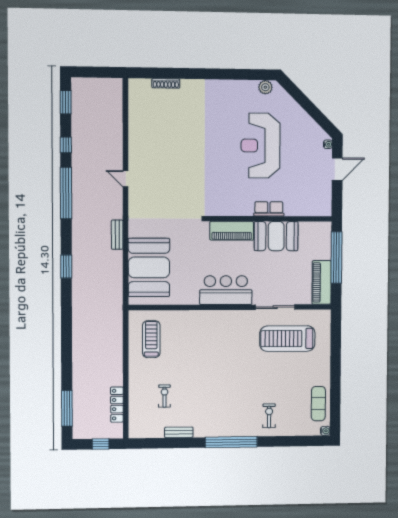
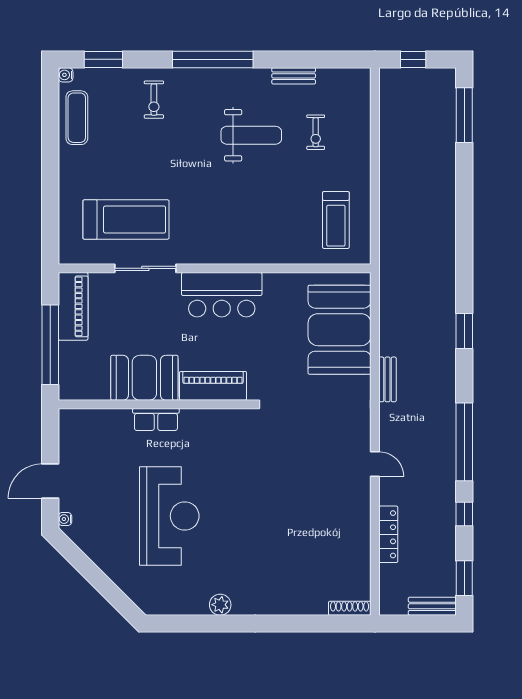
shoe rack: (166, 83) -> (350, 608), moved
bench: (87, 84) -> (432, 606), added
plant: (265, 87) -> (220, 605), moved
weight bench: (206, 394) -> (251, 135), added
locker: (117, 405) -> (388, 534), moved
window: (301, 441) -> (103, 59), added

